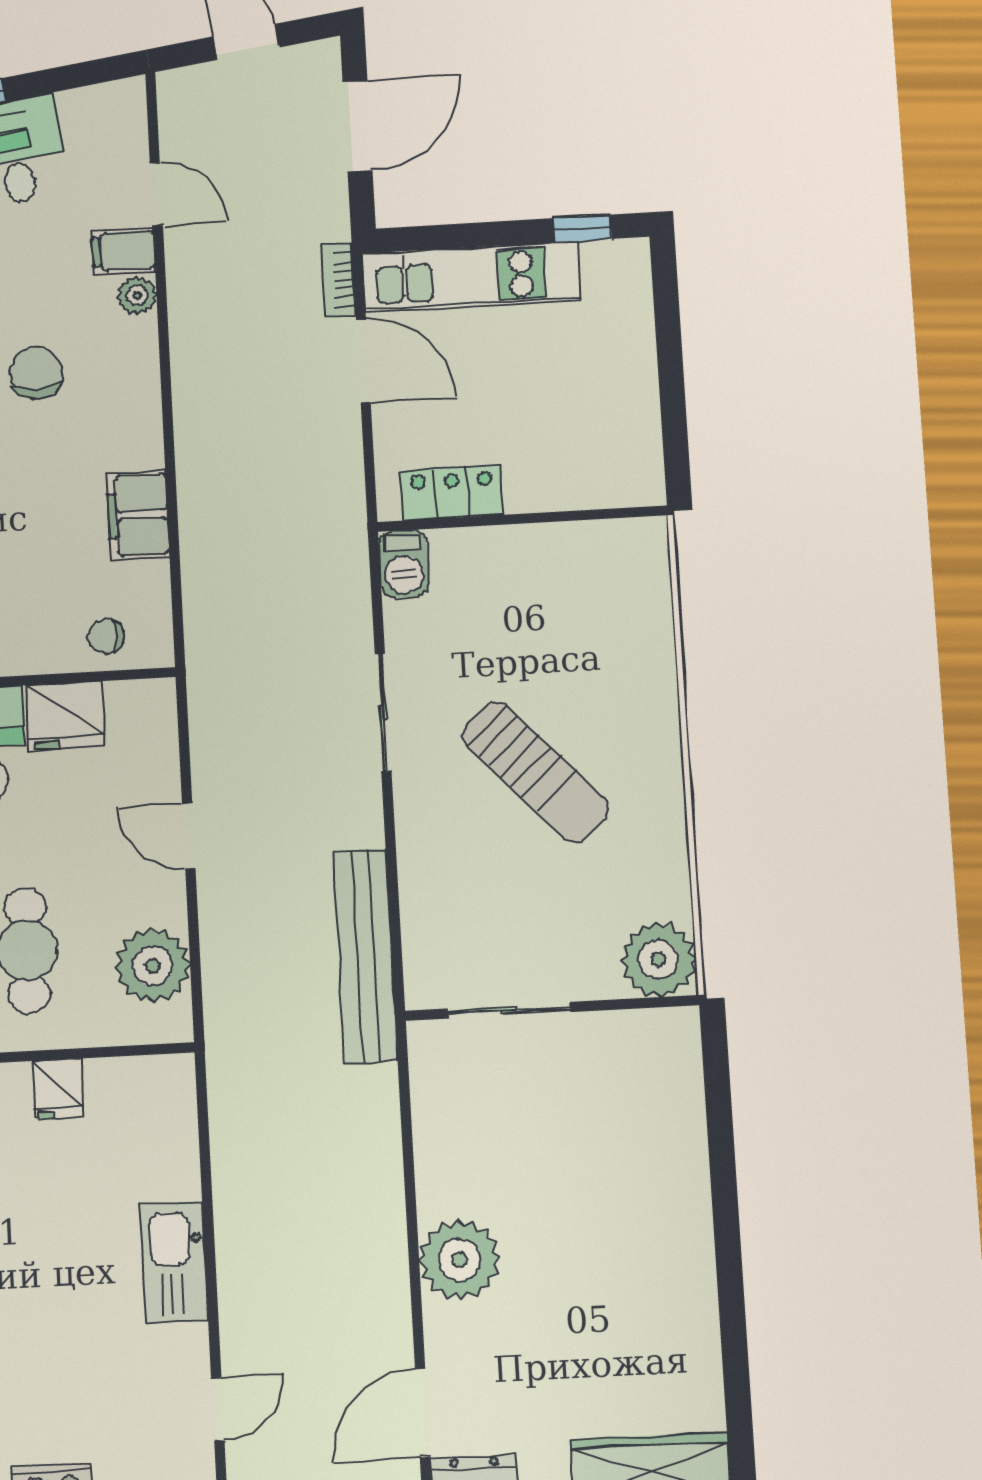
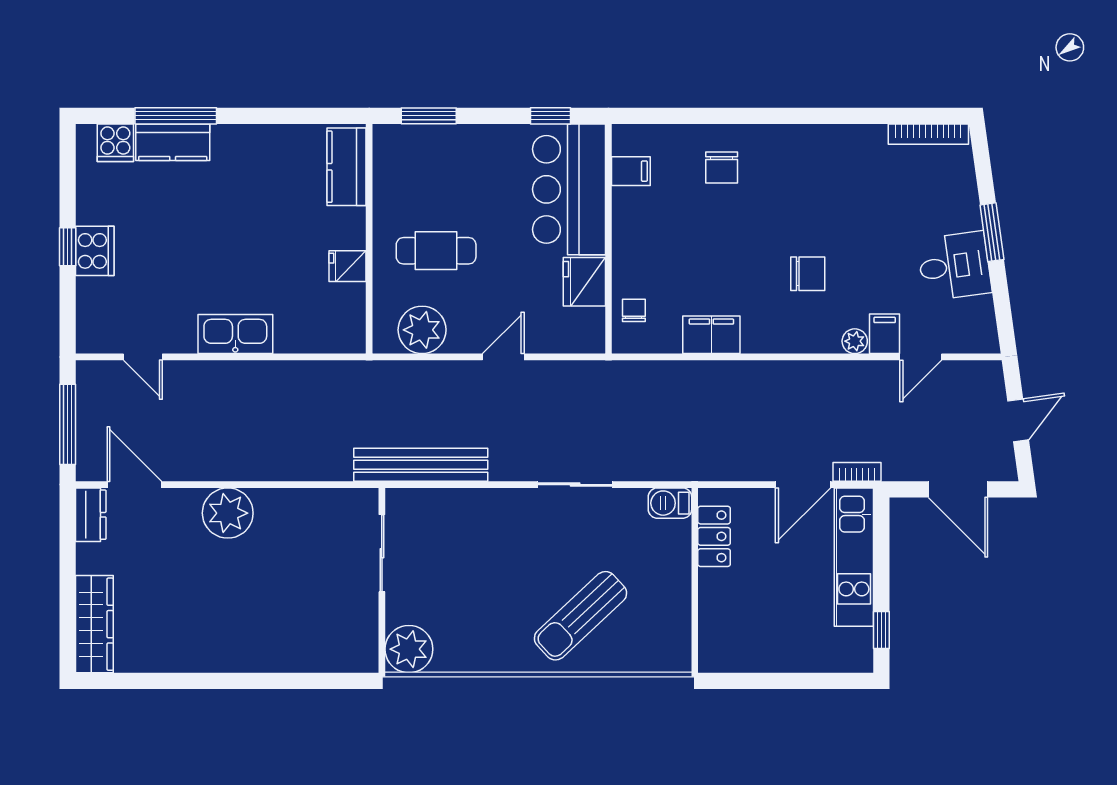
sun lounger: (535, 772) -> (581, 616), moved

